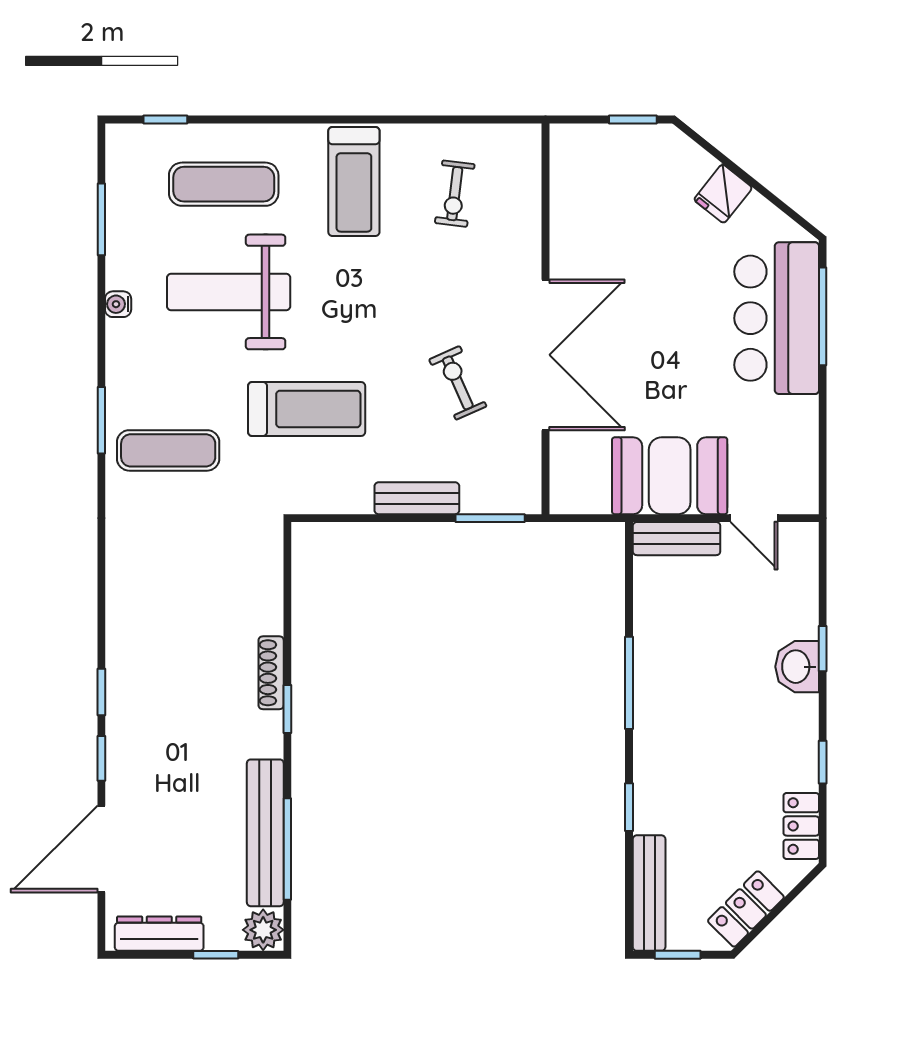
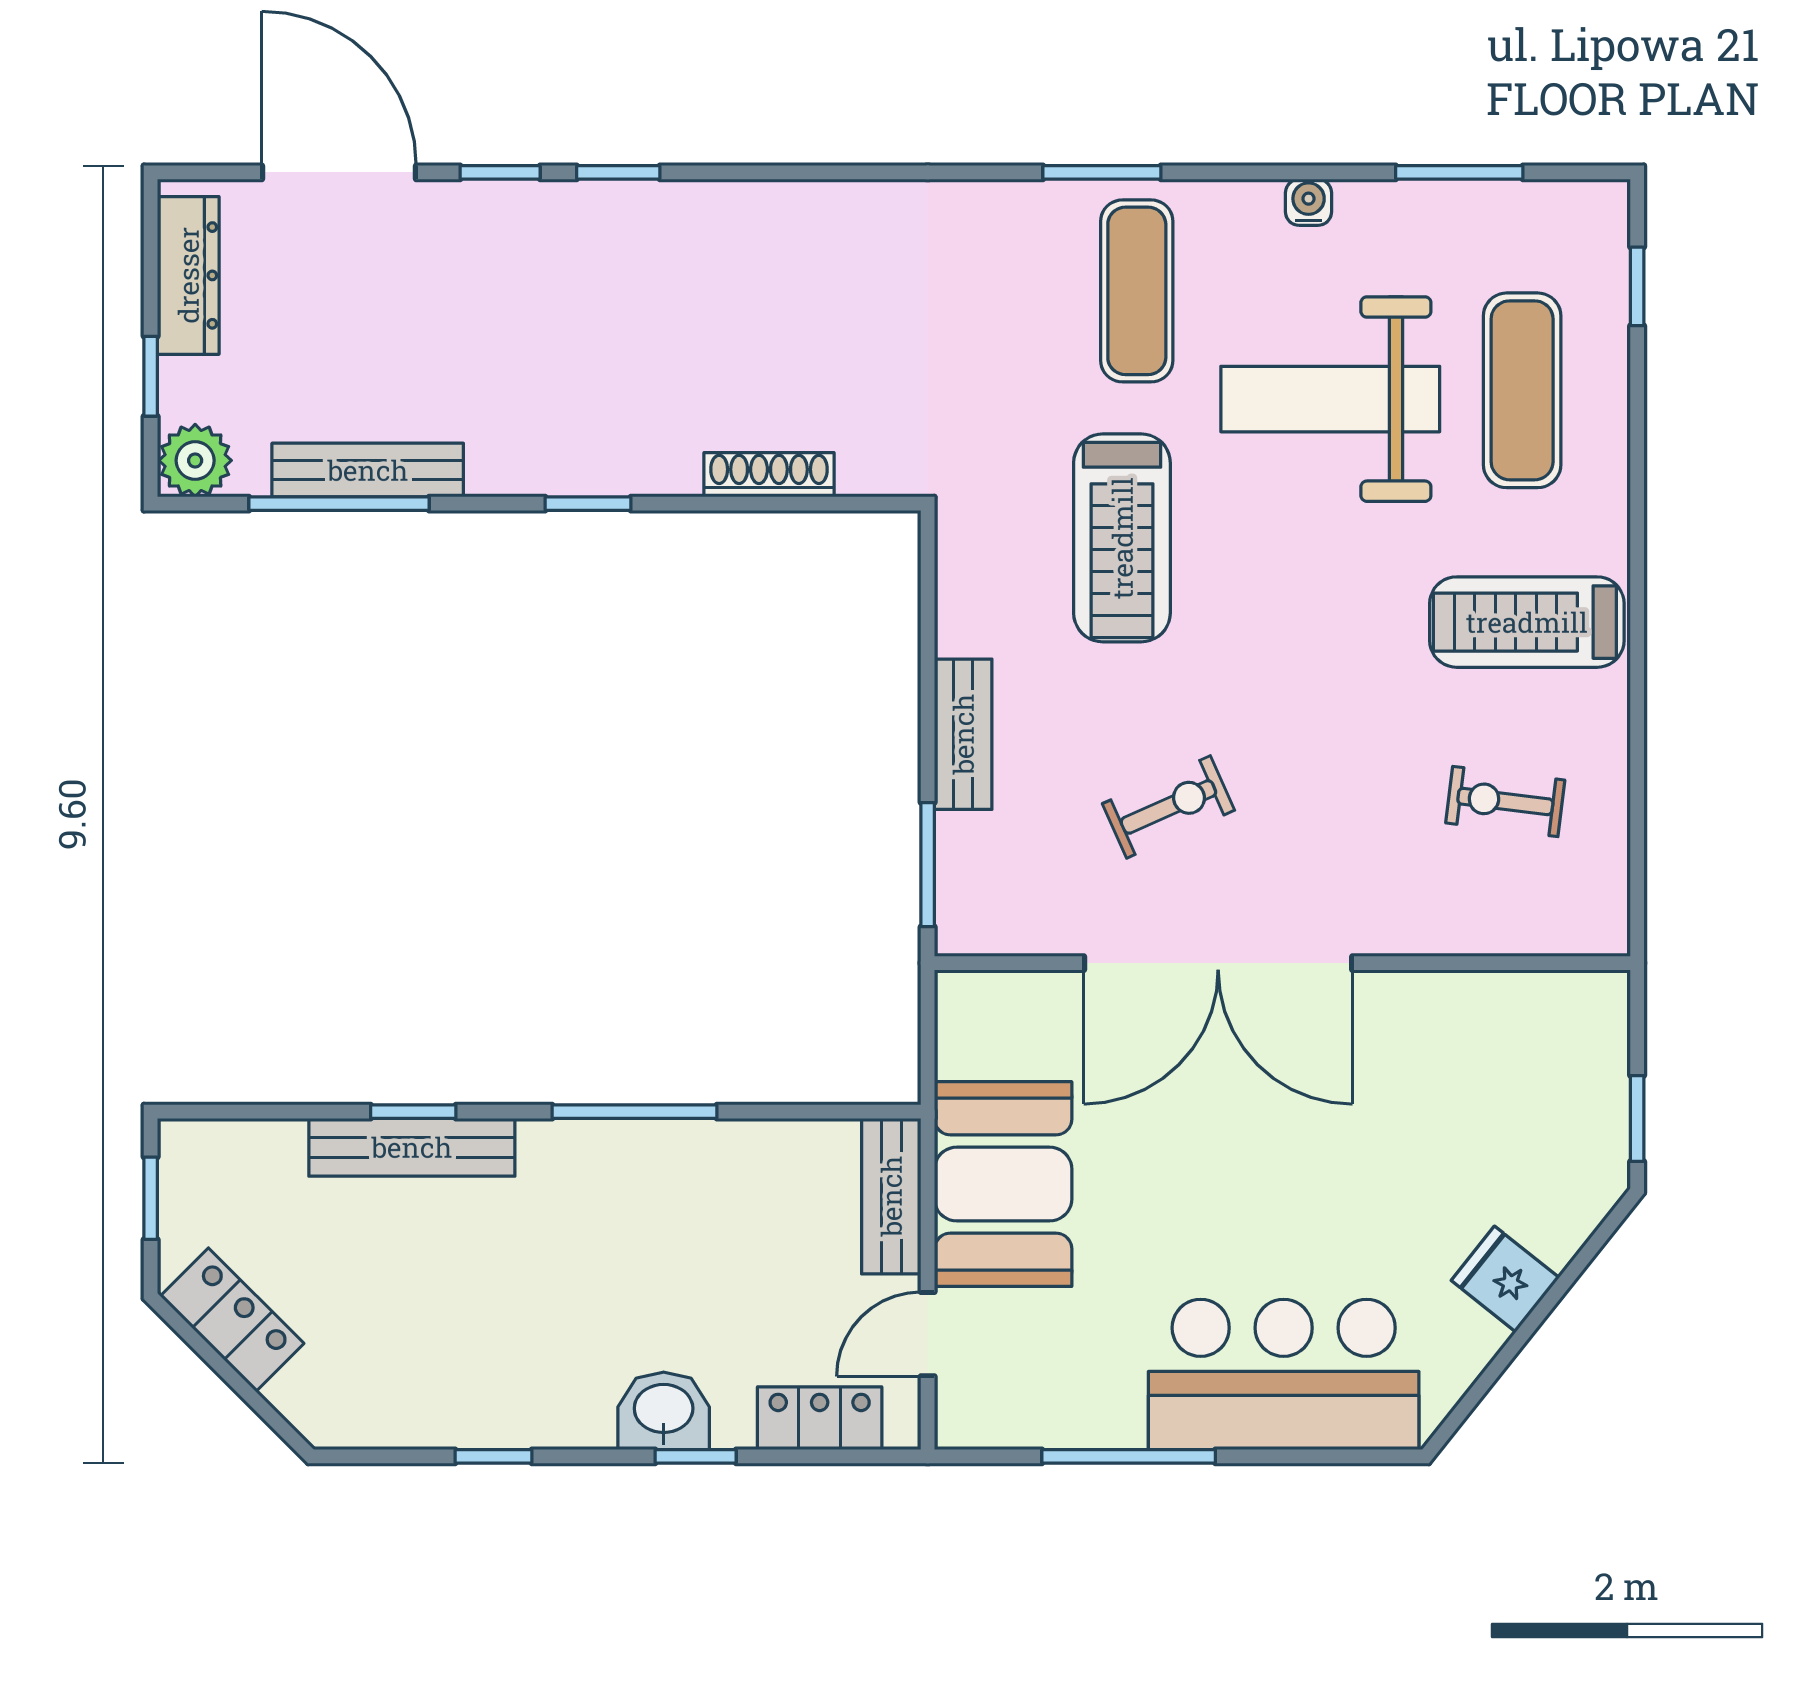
weight bench: (229, 292) -> (1330, 399), turned -90
window: (823, 316) -> (1129, 1456), moved
exercise mat: (168, 450) -> (1137, 291), moved
shoe rack: (271, 673) -> (769, 475), moved
locker: (801, 826) -> (820, 1418), moved
bench: (265, 833) -> (368, 470), width x0.73, depth x0.82
bench: (649, 893) -> (412, 1147), moved

